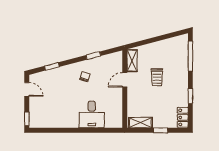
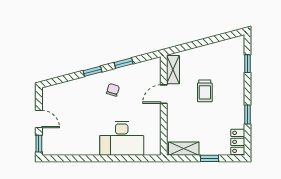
window: (190, 56) -> (248, 64), width x0.46
window: (52, 66) -> (92, 71), moved
door: (27, 89) -> (39, 119), moved
desk: (92, 115) -> (122, 138), width x1.37

